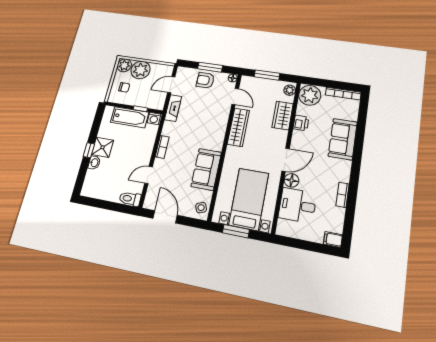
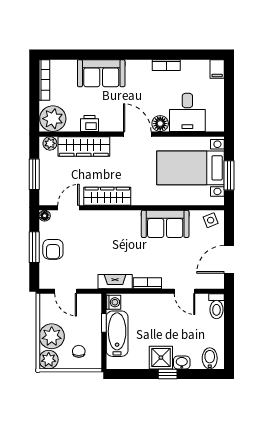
fireplace: (173, 108) -> (115, 282), moved
wardrobe: (283, 116) -> (84, 146), width x1.50
bidet: (91, 185) -> (210, 358), added

